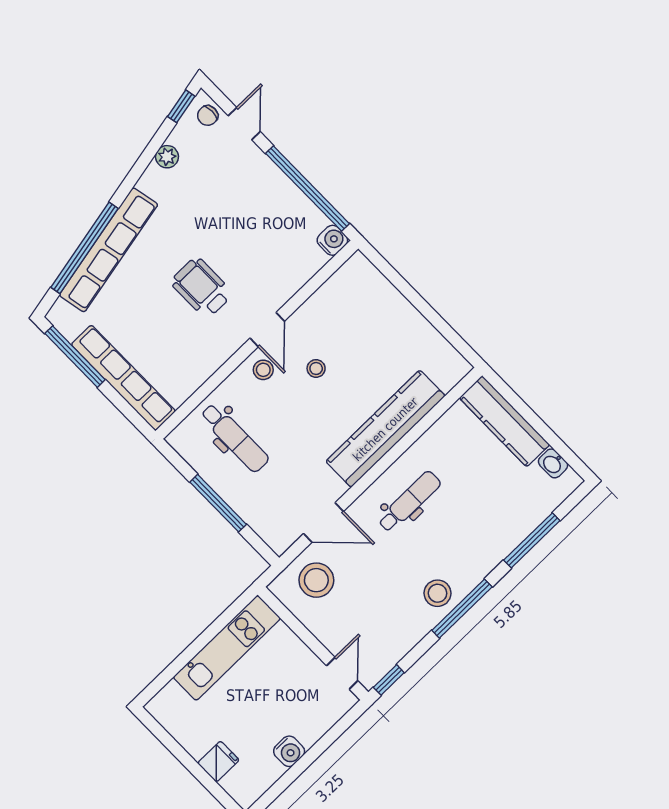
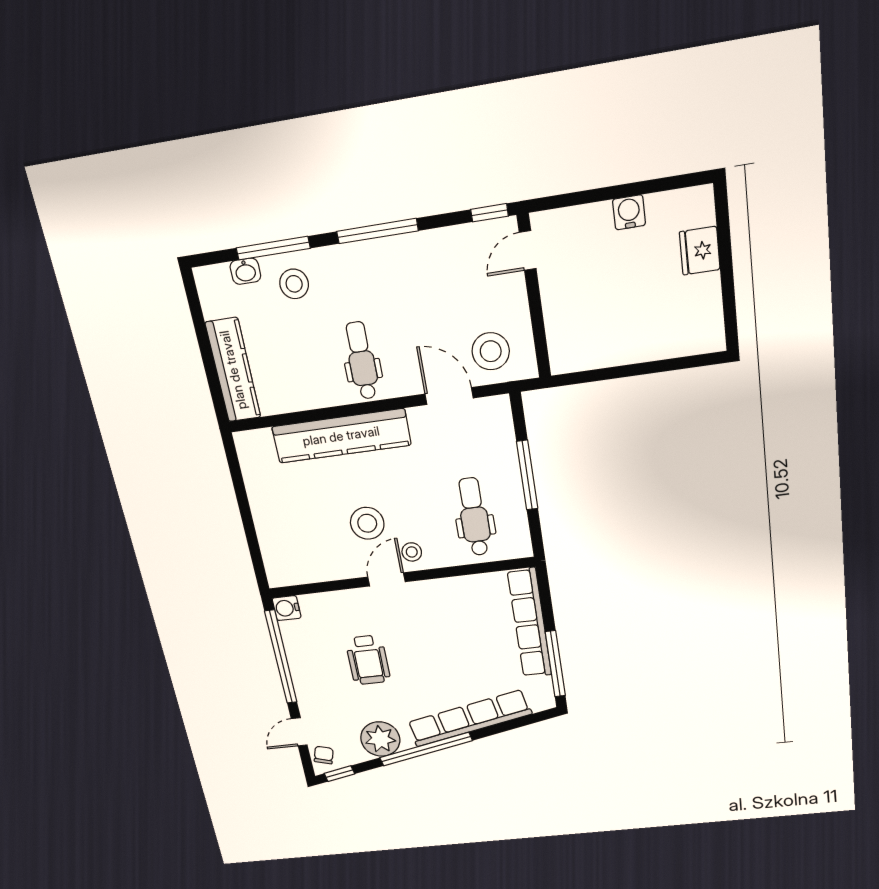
chair: (208, 116) -> (324, 755), turned -74
plant: (167, 157) -> (380, 739), width x1.88, depth x1.88
window: (84, 248) -> (426, 749), moved
wheelchair: (202, 288) -> (368, 660), moved
stool: (316, 368) -> (367, 523), width x1.89, depth x1.89
washbasin: (553, 463) -> (245, 271), moved, turned 90
dental chair: (409, 502) -> (362, 361), turned 90
stool: (438, 593) -> (294, 284), moved
kitchen unit: (227, 648) -> (613, 349), removed
fridge: (218, 762) -> (700, 251), width x1.38

